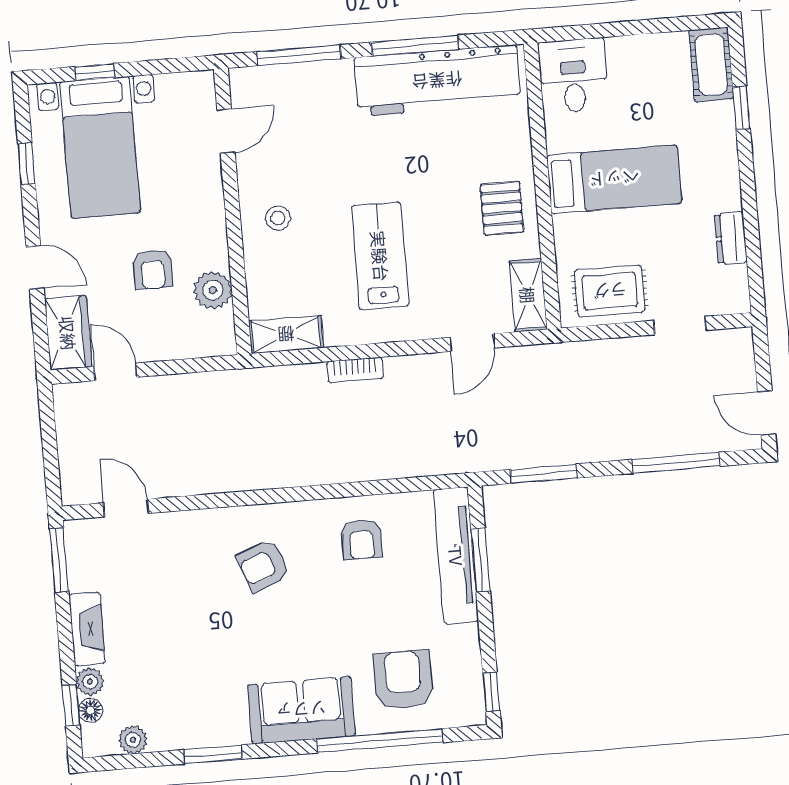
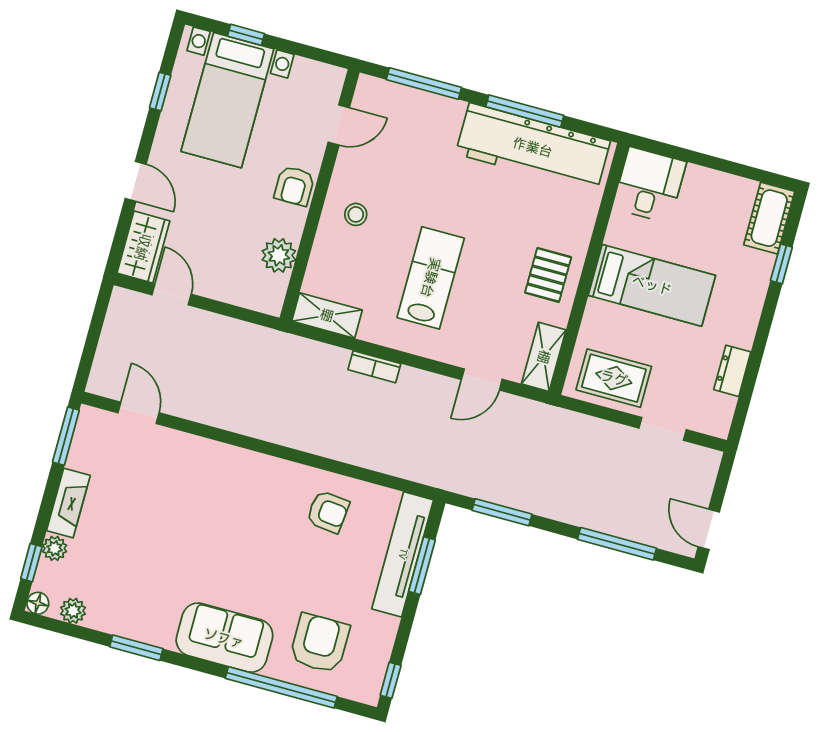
armchair: (153, 269) -> (294, 186), moved
armchair: (362, 539) -> (328, 512), turned -84
armchair: (263, 566) -> (237, 504), removed
floor lamp: (90, 710) -> (38, 603), moved

